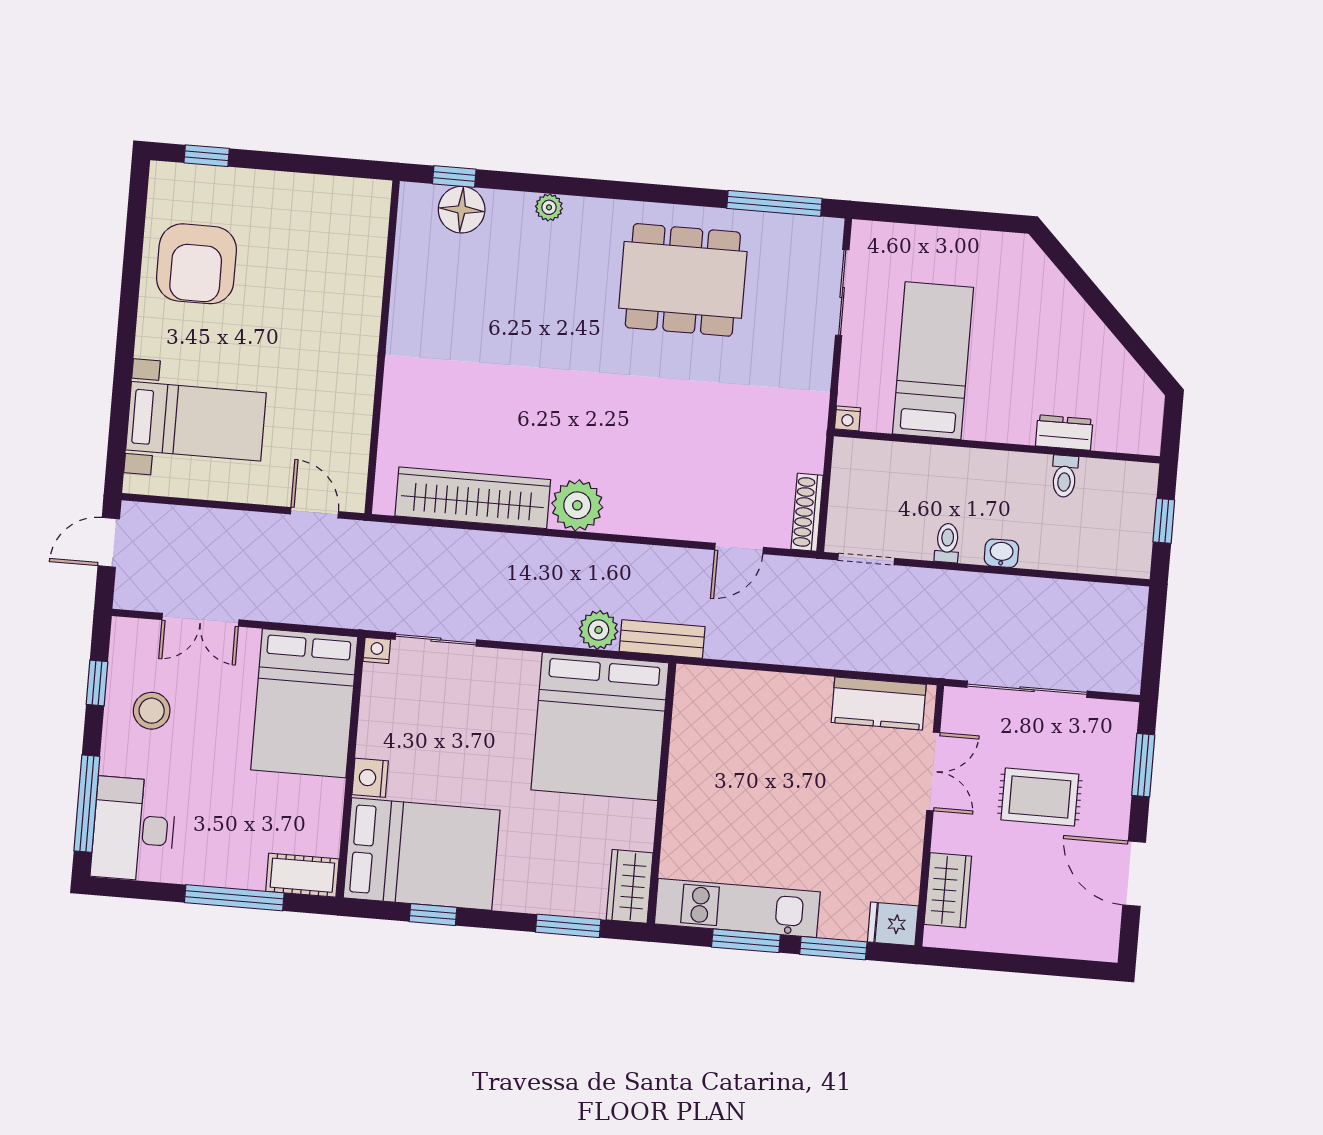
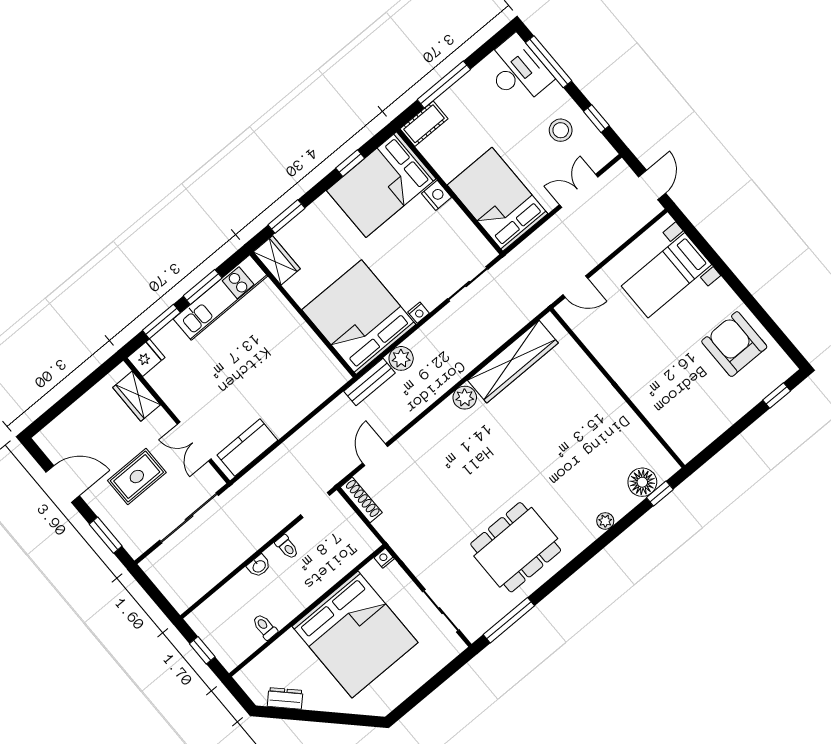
bed: (933, 361) -> (355, 634), width x2.04
dresser: (1064, 433) -> (285, 698), moved, turned -135
plant: (577, 505) -> (465, 398), width x0.73, depth x0.73
nightstand: (377, 650) -> (419, 313), moved

